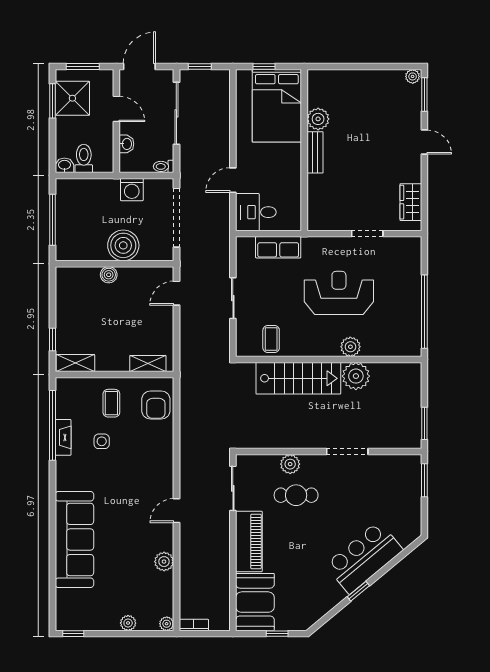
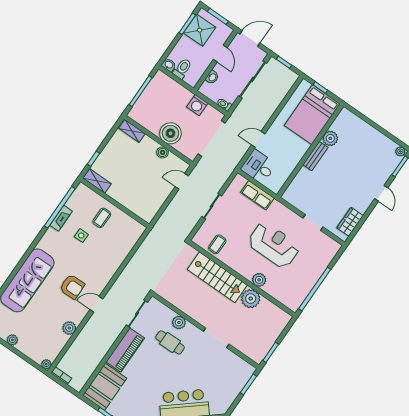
boiler: (109, 275) -> (163, 152), moved
shelving: (148, 364) -> (132, 131), moved
armchair: (156, 405) -> (72, 287), moved, turned -91
plant: (128, 623) -> (12, 340), moved

